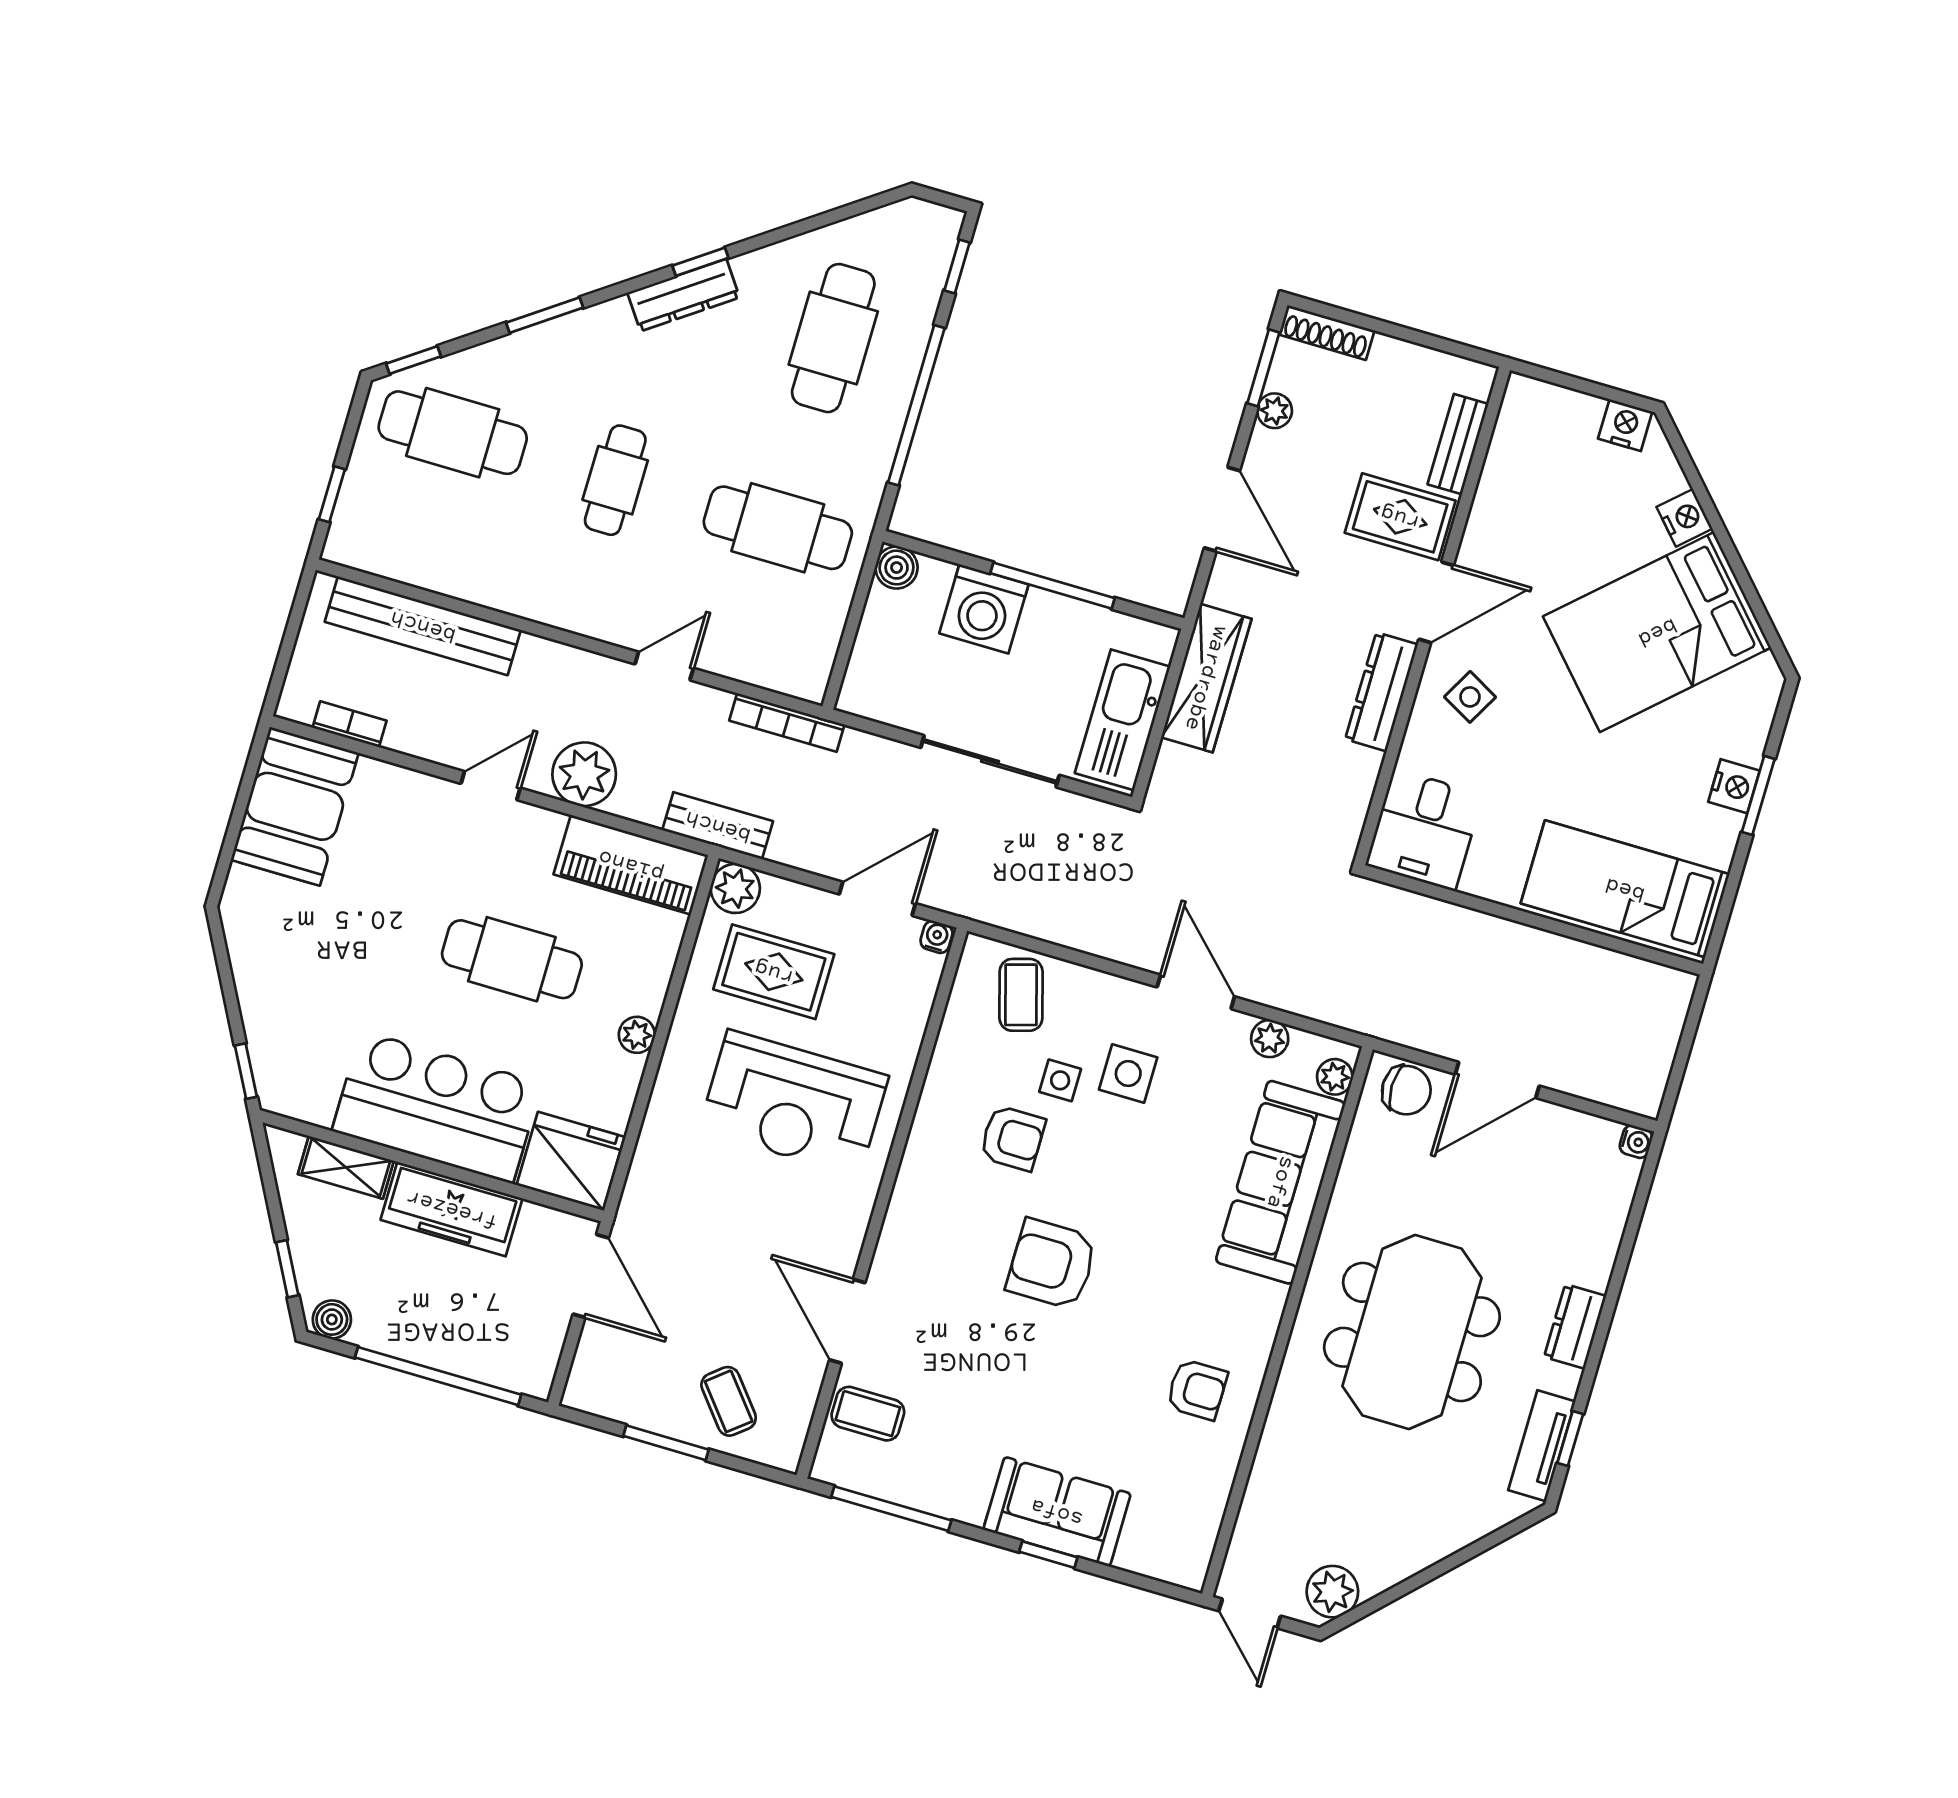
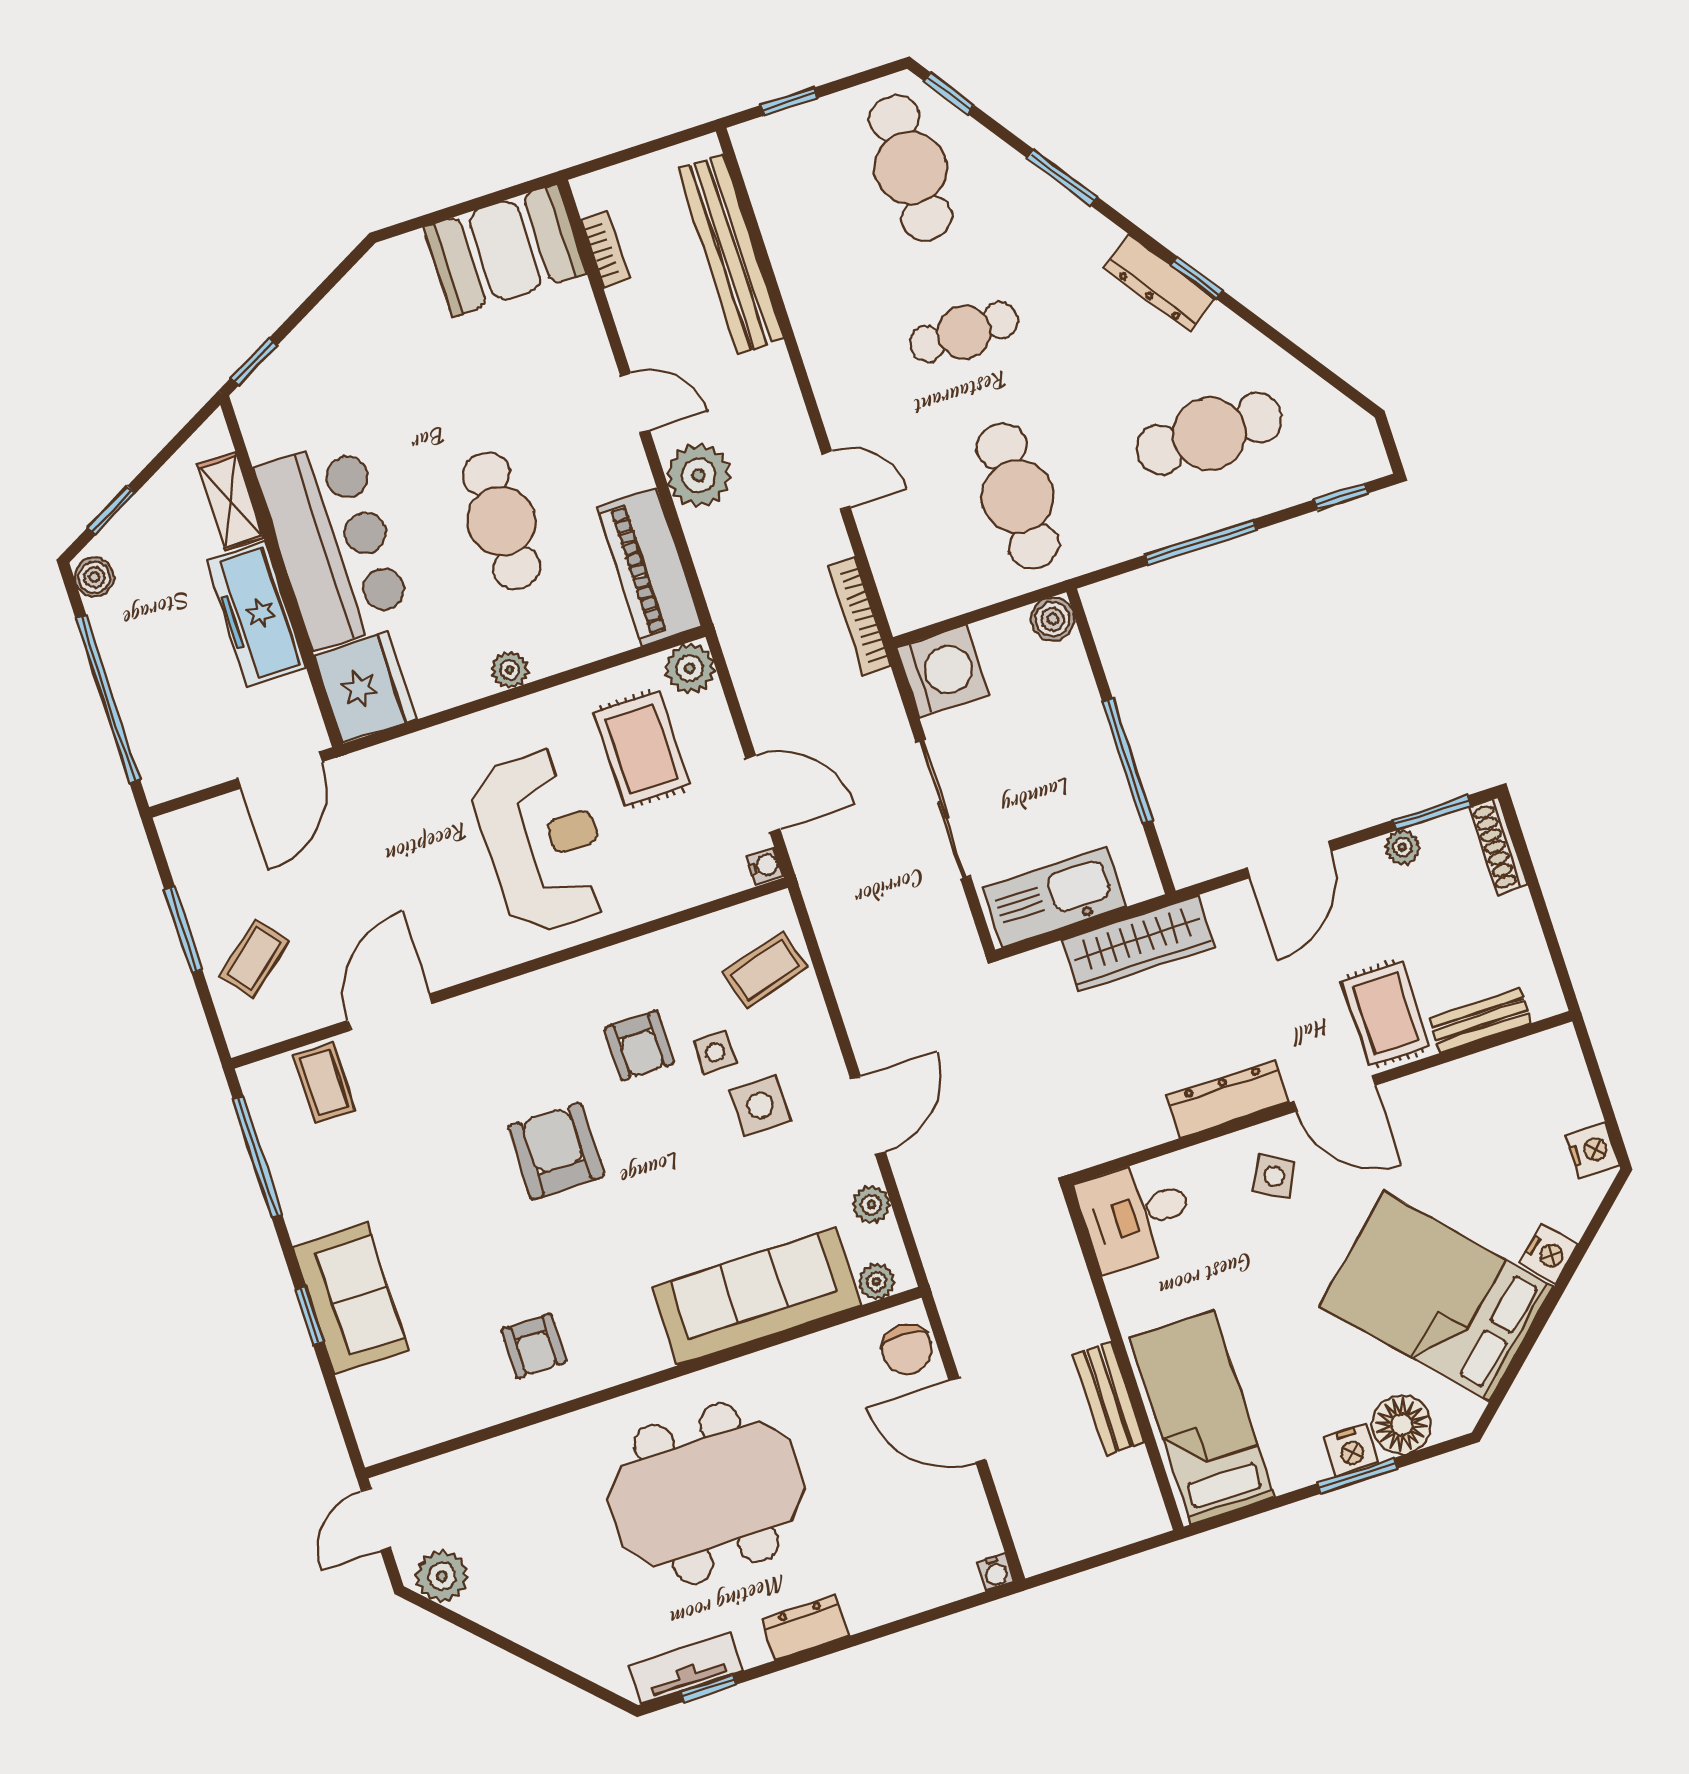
window: (916, 405) -> (1201, 542), width x0.68
washing machine: (984, 609) -> (943, 671), moved, turned 180
floor lamp: (1741, 731) -> (1402, 1425), added
bench: (718, 826) -> (1109, 1398), moved
reception desk: (794, 1103) -> (543, 841), turned 180

